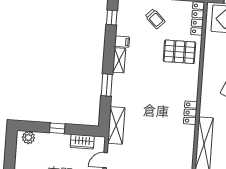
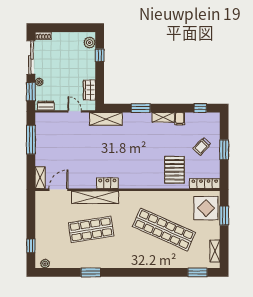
locker: (190, 113) -> (107, 183), moved
window: (57, 128) -> (100, 55), moved

